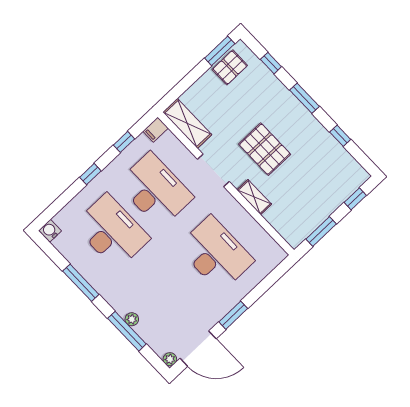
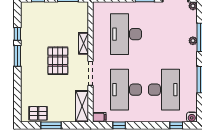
window: (220, 51) -> (51, 125), moved
window: (271, 63) -> (17, 97), removed
window: (304, 98) -> (17, 56), moved
window: (90, 174) -> (176, 125), moved
desk: (112, 232) -> (164, 90), turned 180

